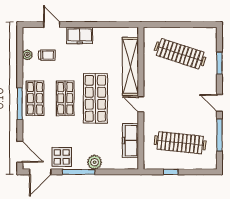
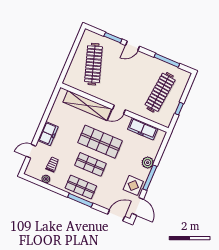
clothes rail: (180, 54) -> (93, 64), turned -36
door: (219, 103) -> (132, 46), moved

